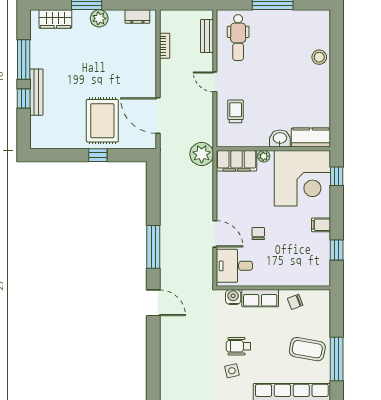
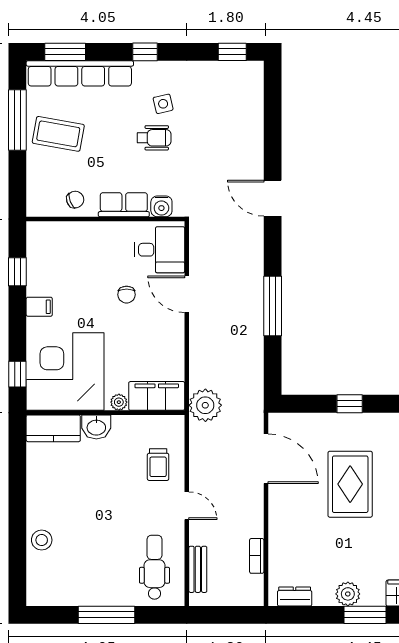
rug: (102, 121) -> (350, 484), moved
window: (153, 247) -> (273, 306), moved

